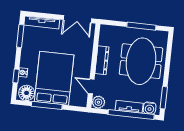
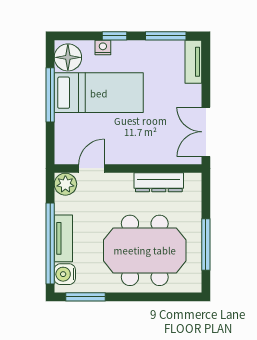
tv unit: (42, 22) -> (193, 62), width x0.71
dresser: (102, 60) -> (159, 182), moved
window: (16, 76) -> (115, 36), moved
bed: (54, 78) -> (99, 93), width x0.67

